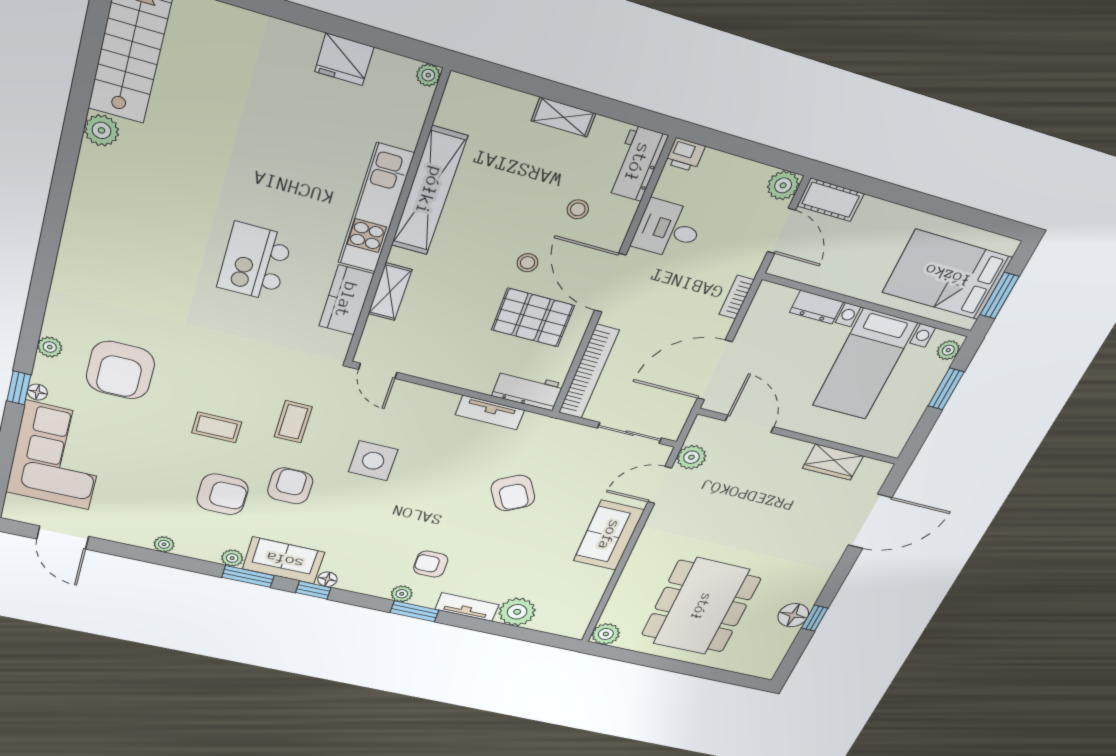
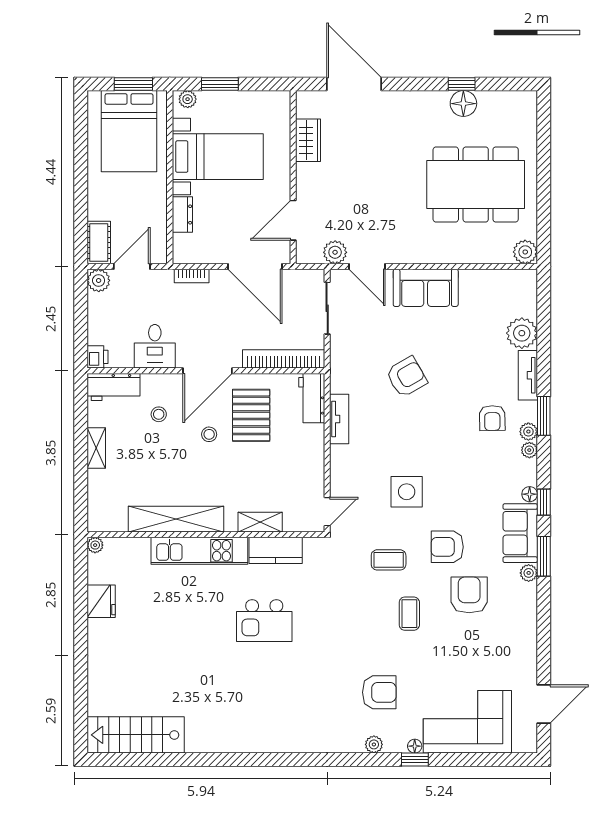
plant: (102, 130) -> (197, 742), removed
armchair: (120, 370) -> (379, 692), width x0.73, depth x0.73
plant: (164, 544) -> (529, 450), moved

